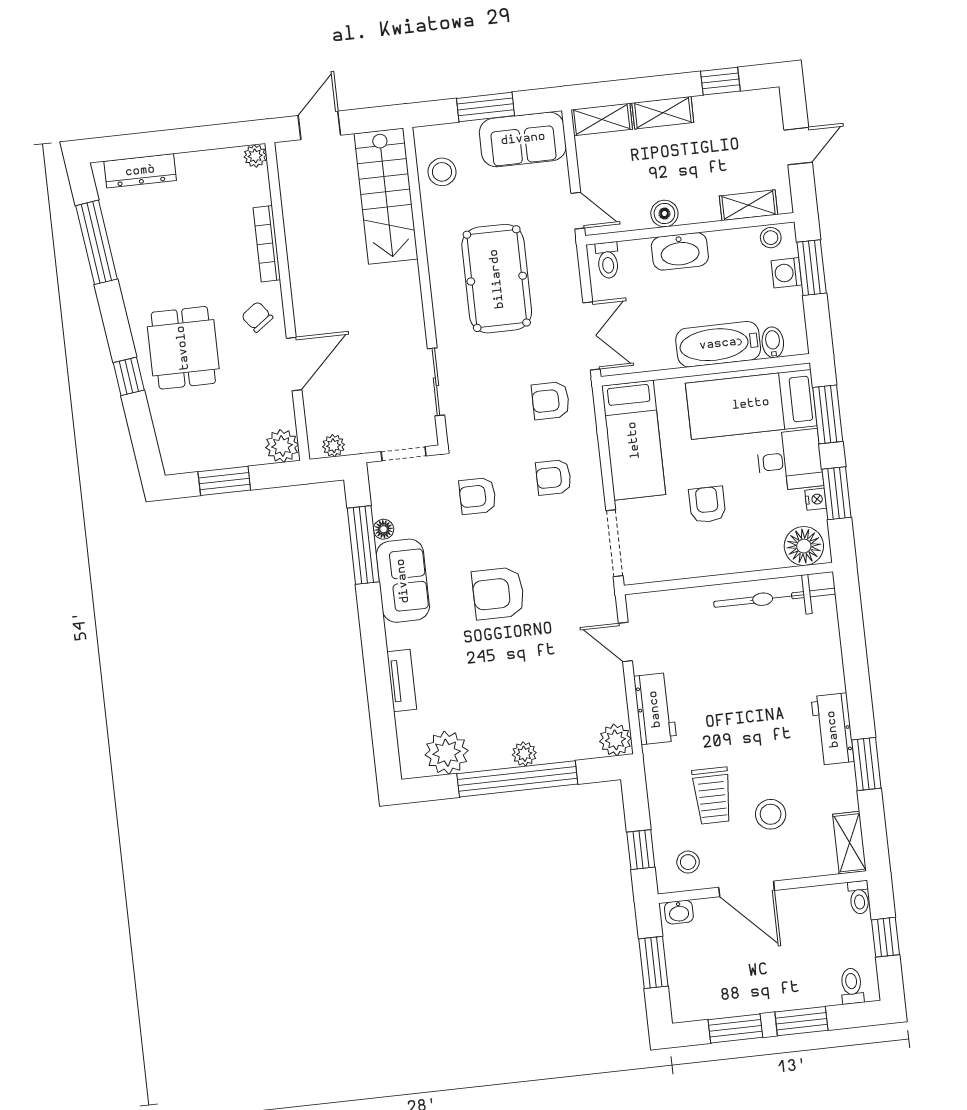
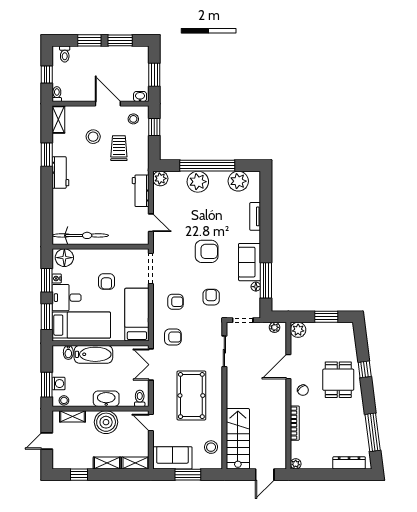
boiler: (664, 214) -> (106, 422), width x1.86, depth x1.86
armchair: (478, 496) -> (211, 297), turned -90
plant: (524, 754) -> (198, 182), width x1.87, depth x1.87

